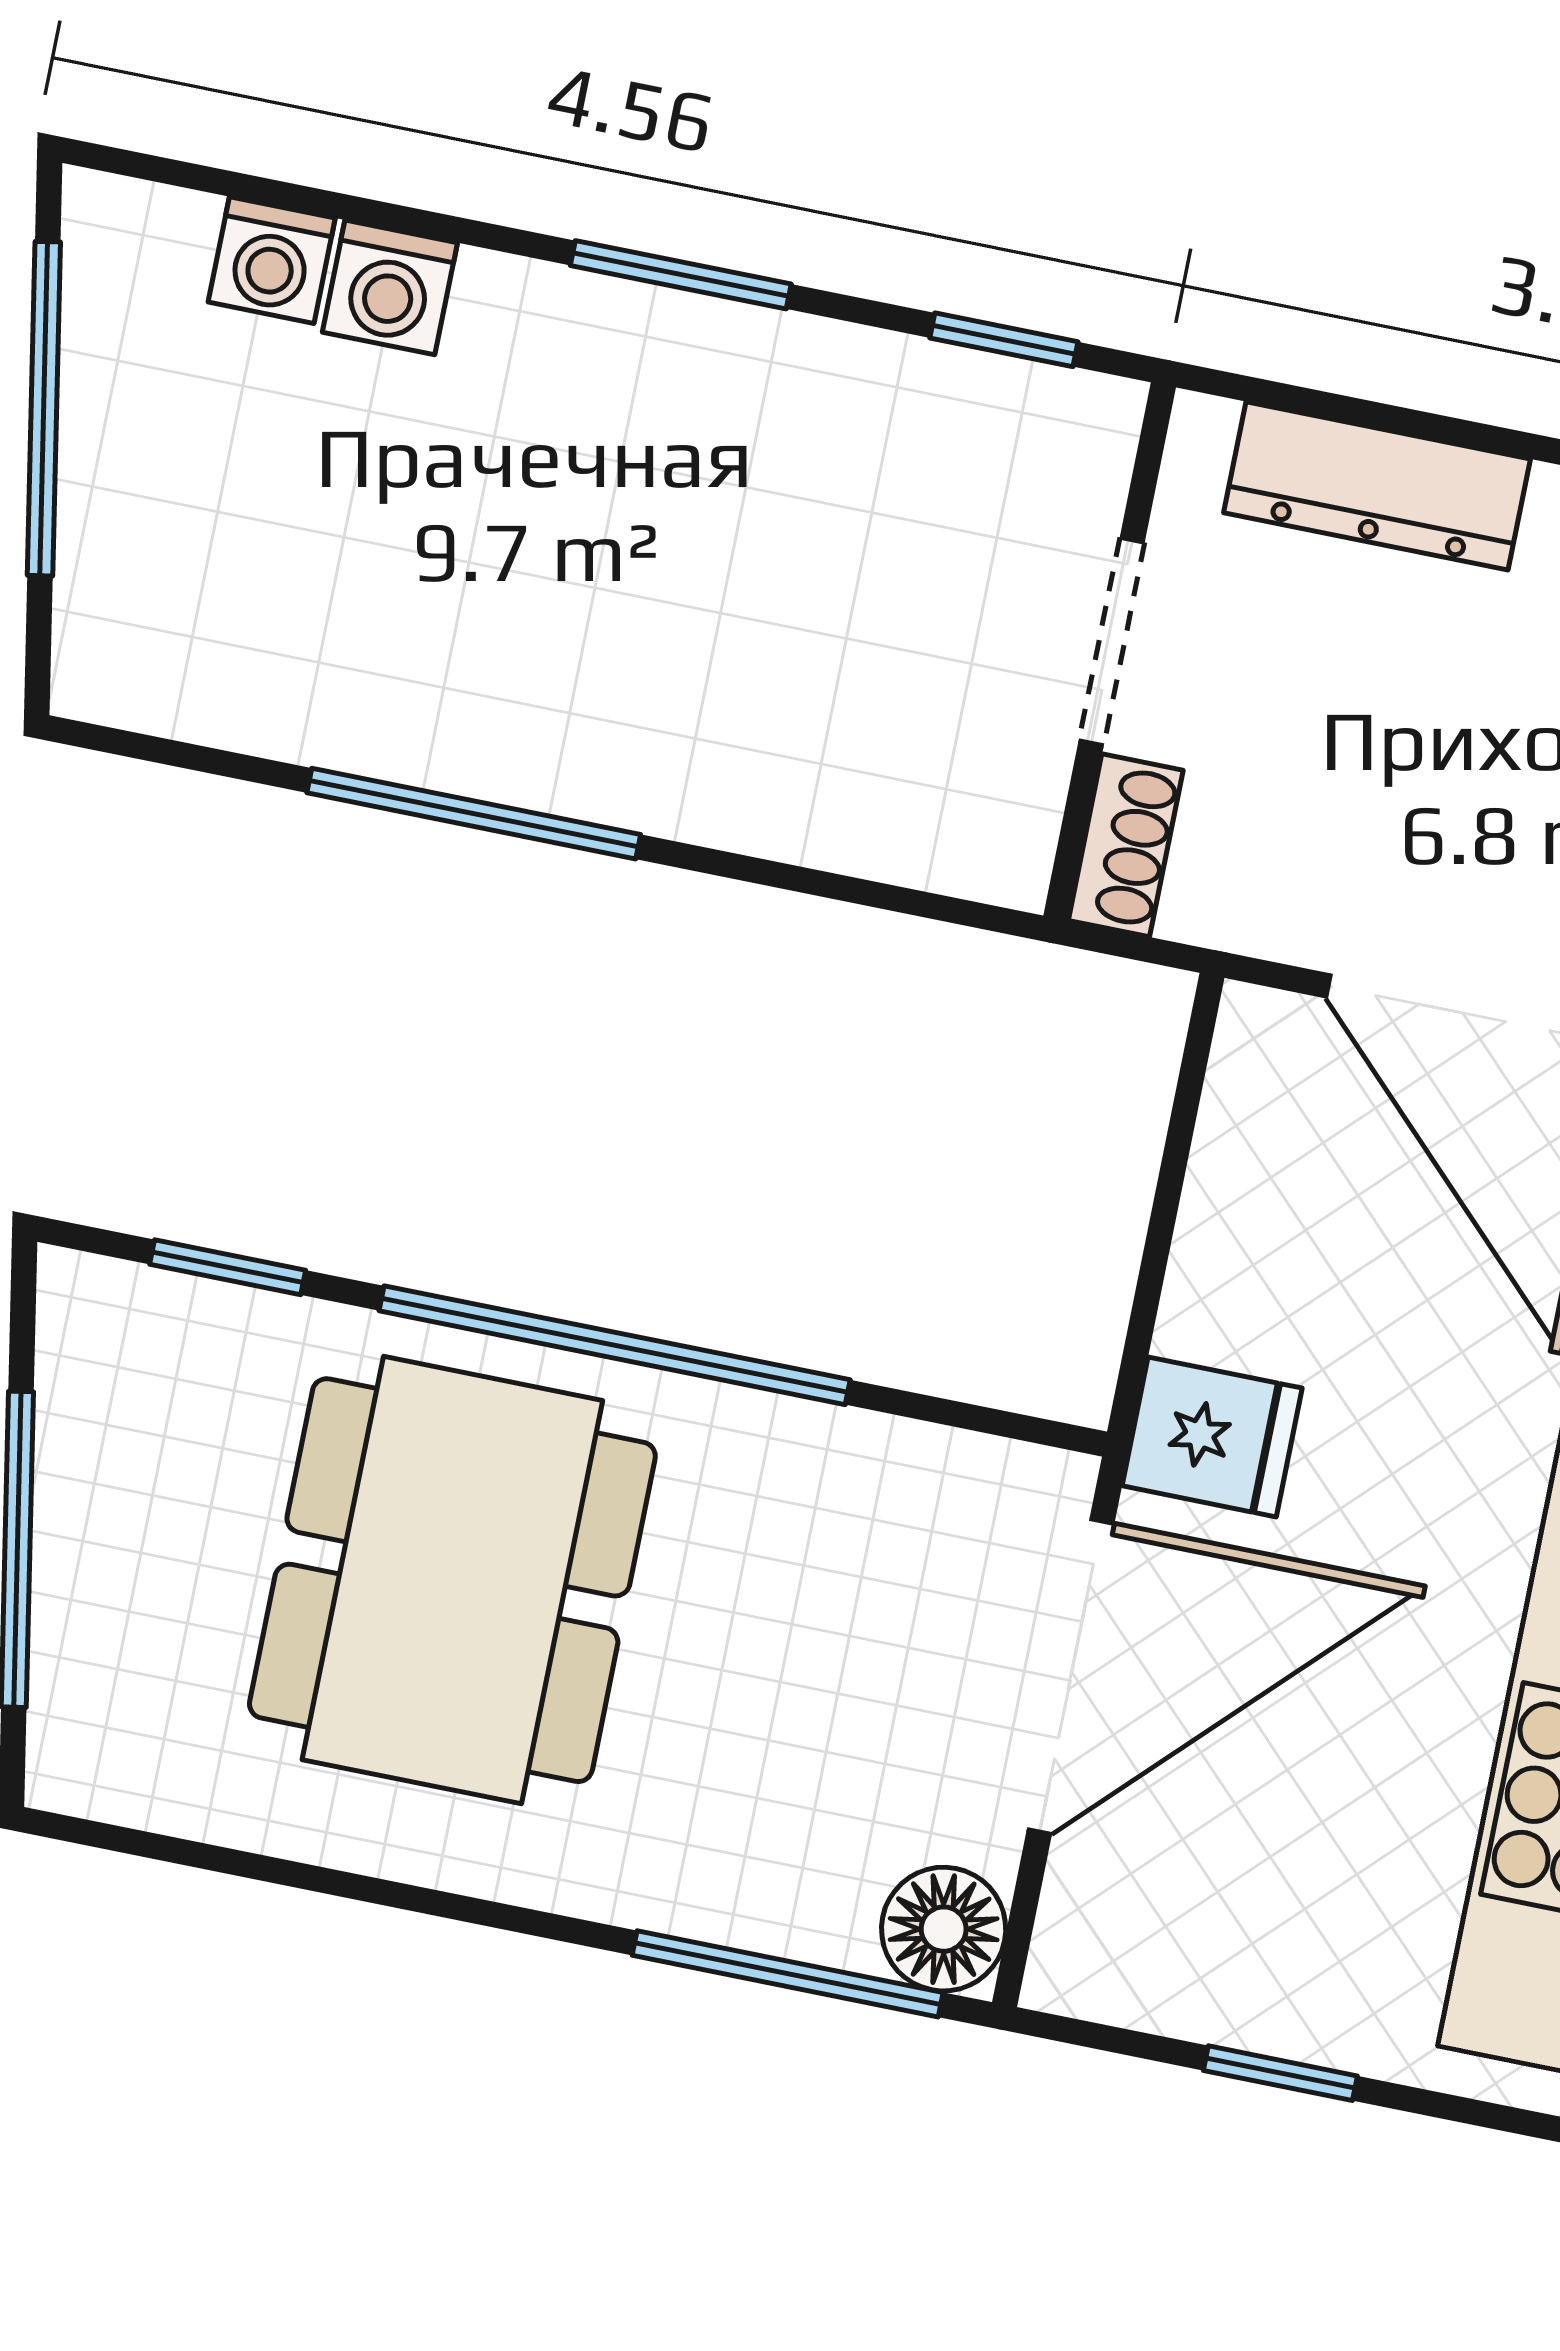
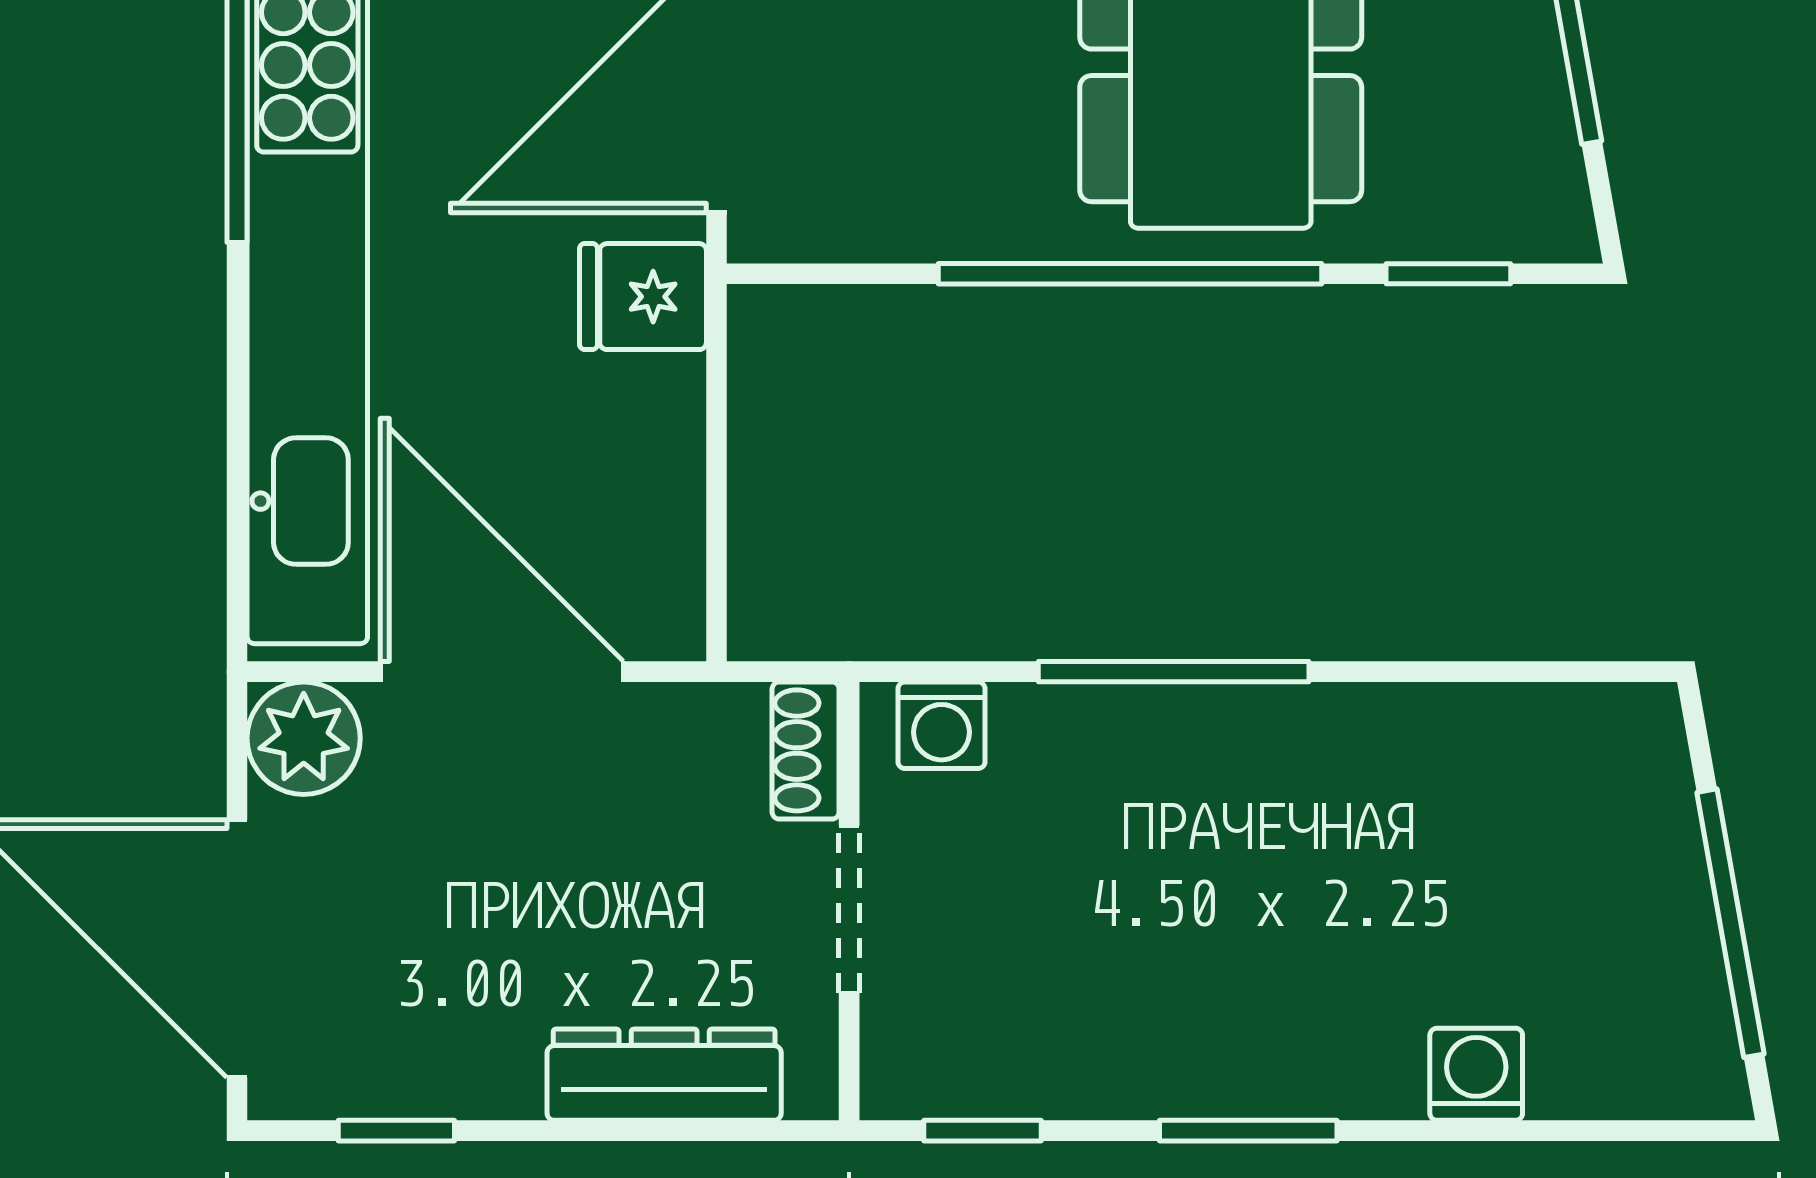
washing machine: (272, 260) -> (941, 725), moved, turned 180
window: (474, 814) -> (1174, 672), moved

